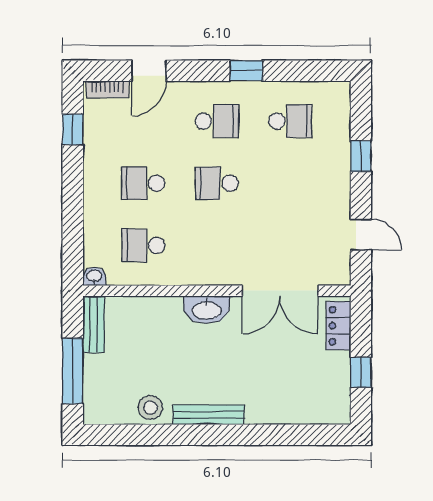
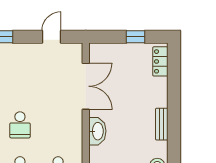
locker: (339, 326) -> (160, 61), moved, turned 90
bench: (209, 415) -> (162, 124), width x0.73

